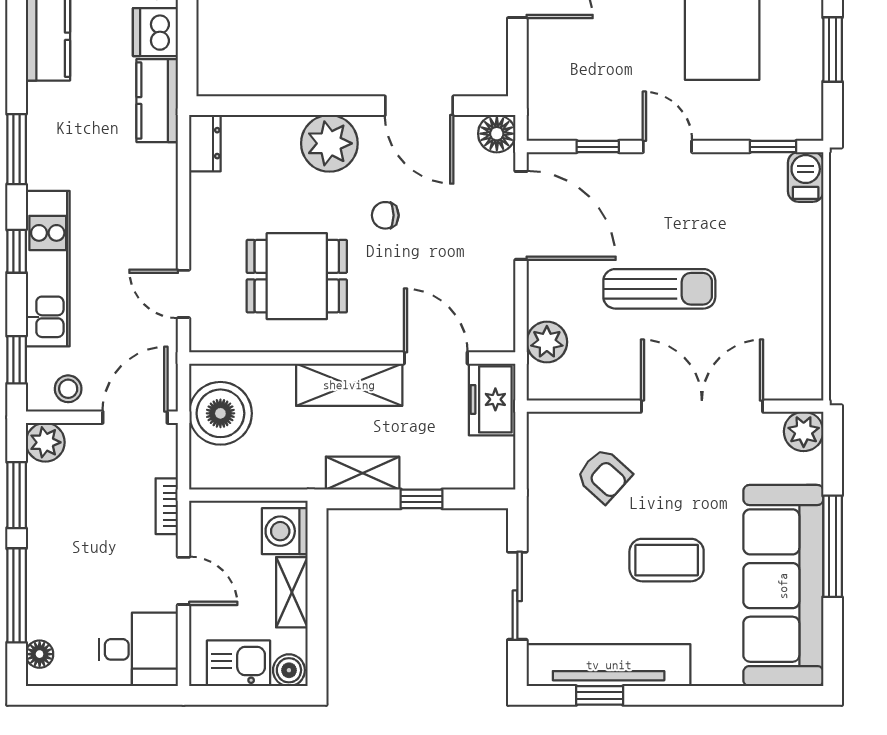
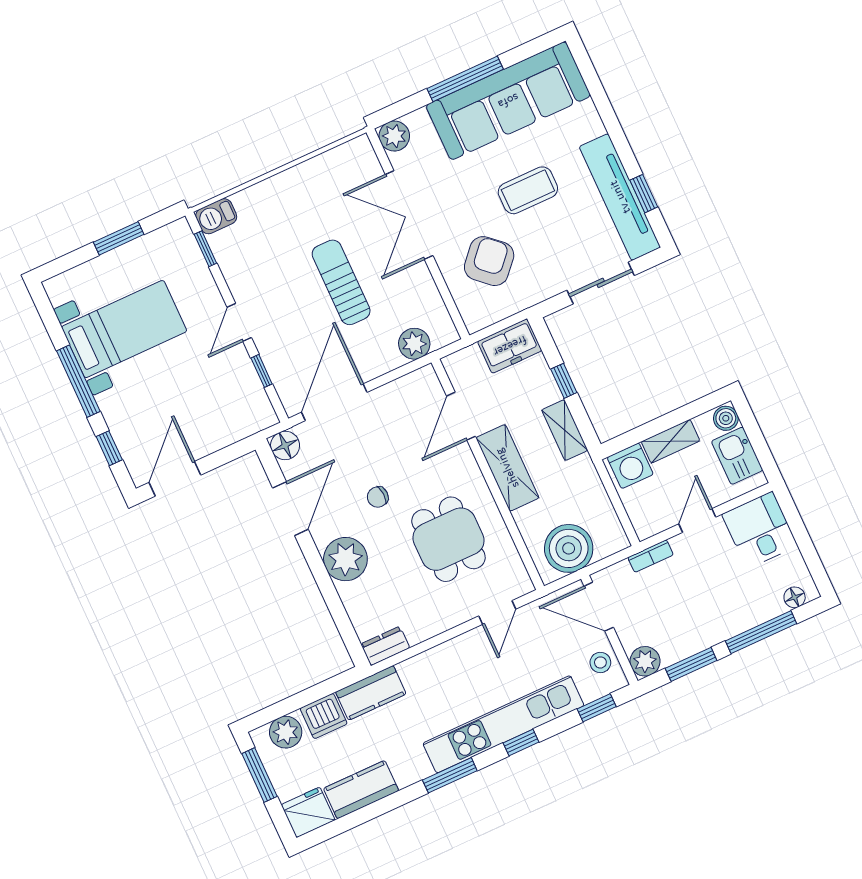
chair: (385, 215) -> (378, 497), turned 87
kitchen unit: (48, 269) -> (503, 724), width x1.36
freezer: (492, 399) -> (510, 346), moved
armchair: (604, 476) -> (489, 261), width x1.38, depth x1.38
coffee table: (667, 560) -> (528, 190), turned 90

